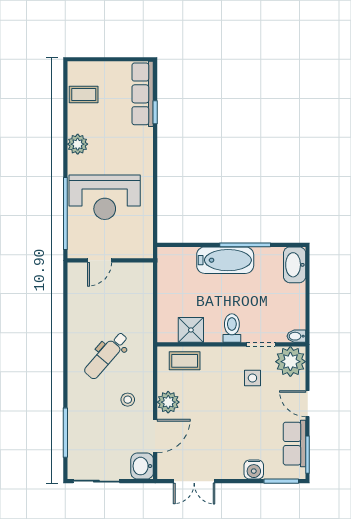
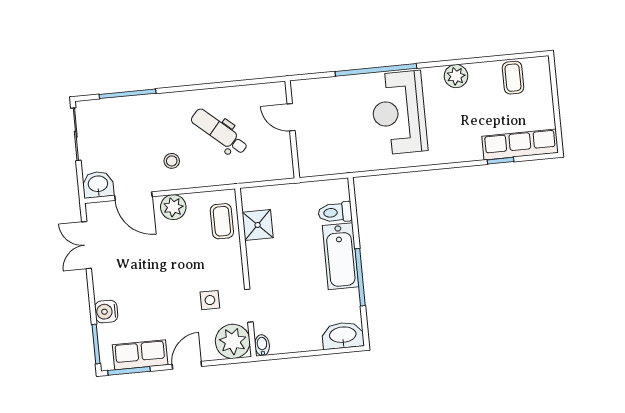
door: (100, 260) -> (291, 117), moved
wall: (110, 260) -> (292, 129), moved
toilet: (232, 328) -> (335, 212), moved, turned 180

